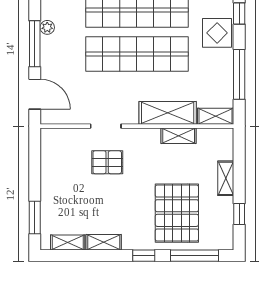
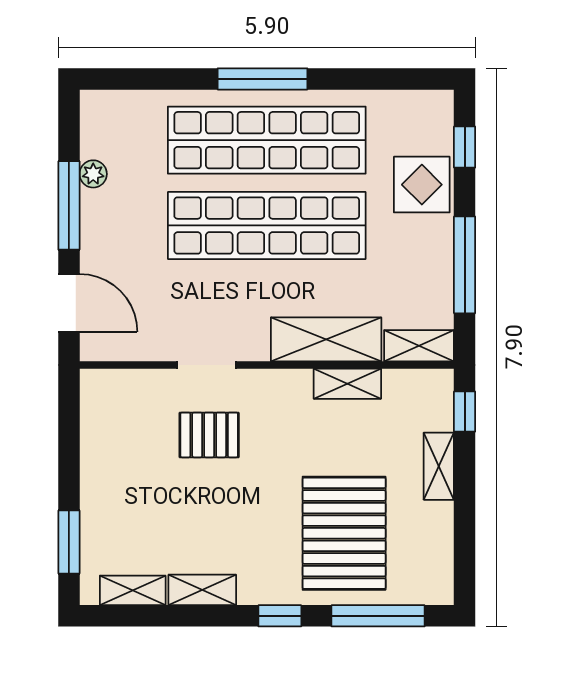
window: (239, 214) -> (465, 412), moved

